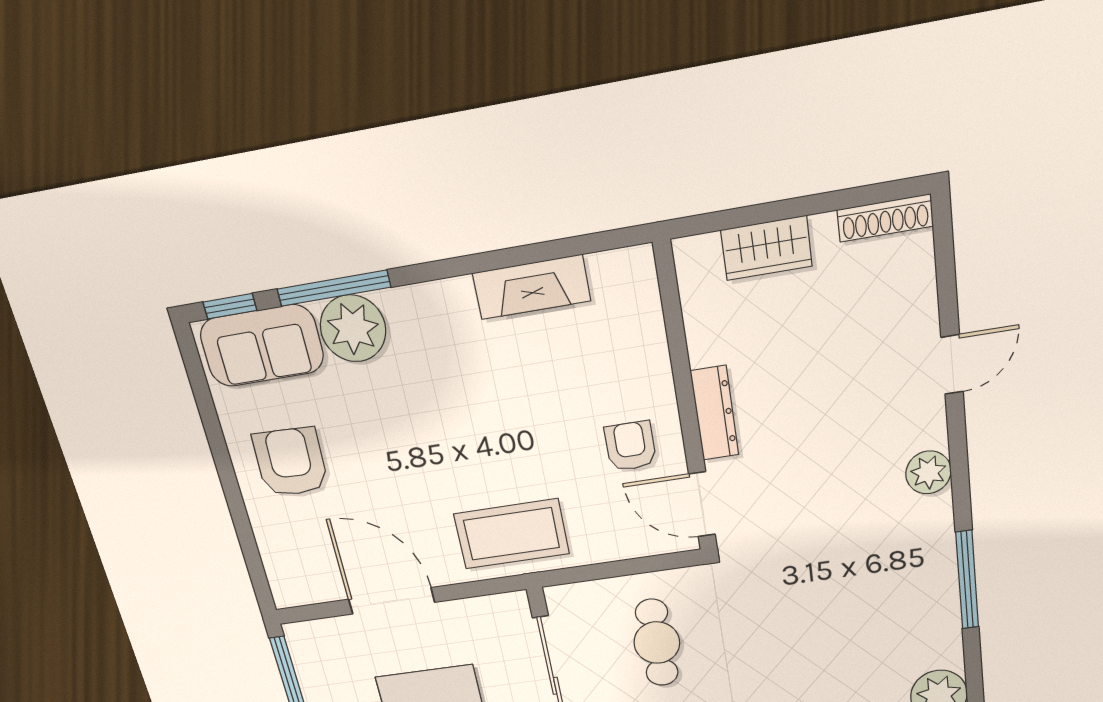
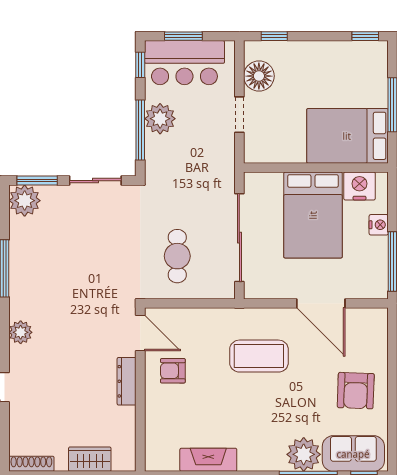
armchair: (630, 446) -> (173, 371), turned 90
coffee table: (512, 534) -> (259, 356), moved

